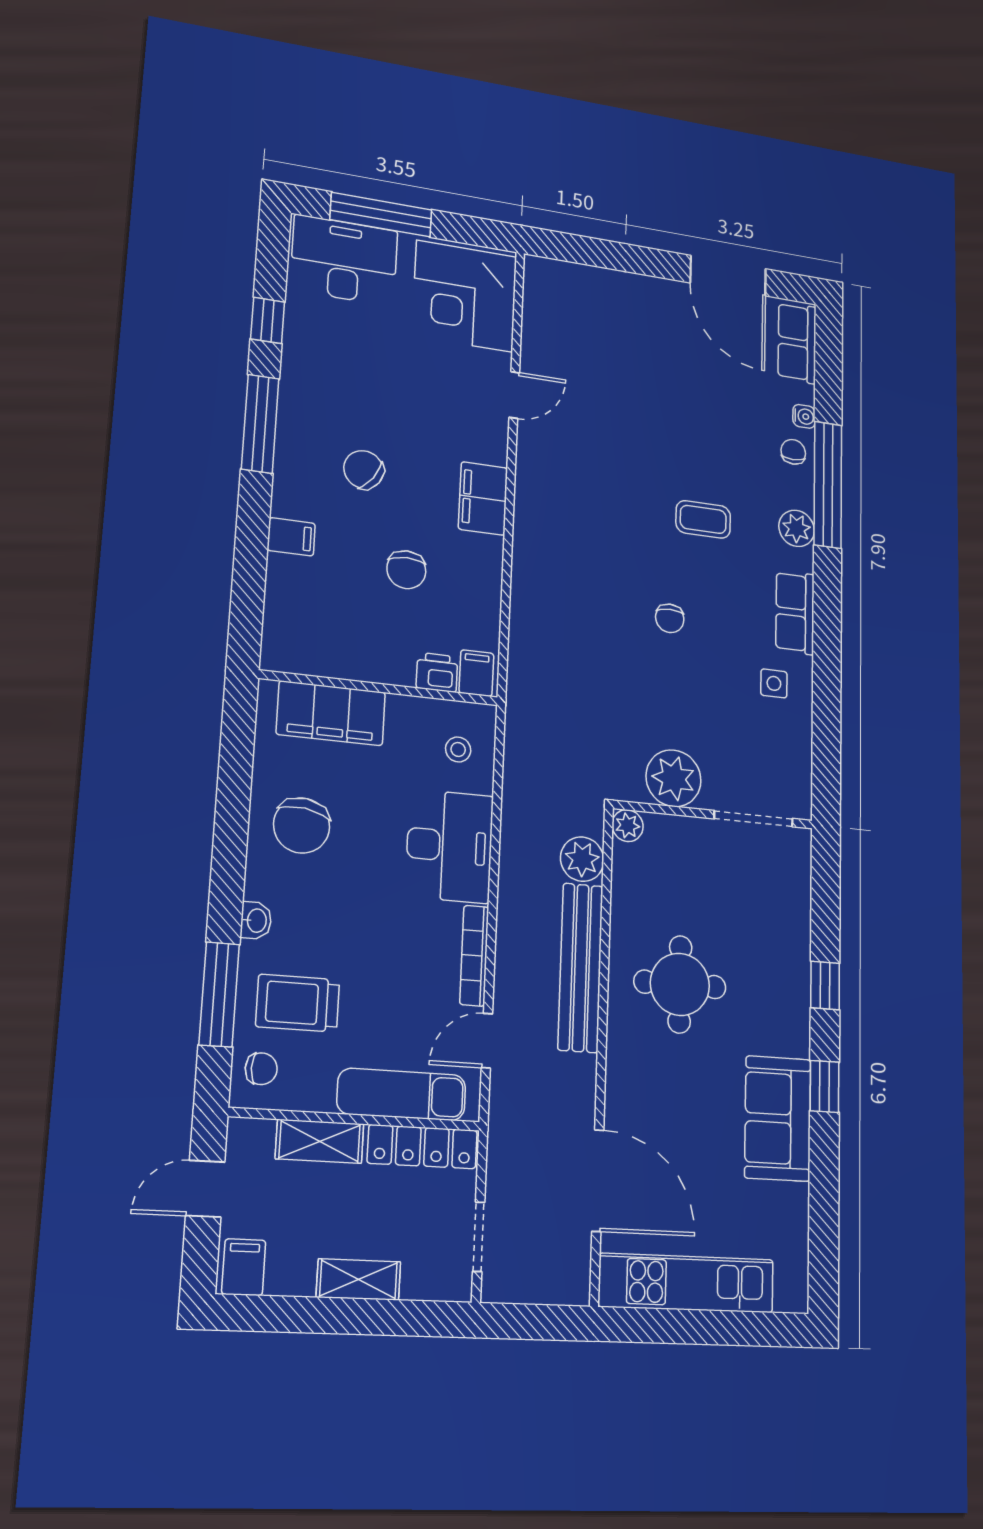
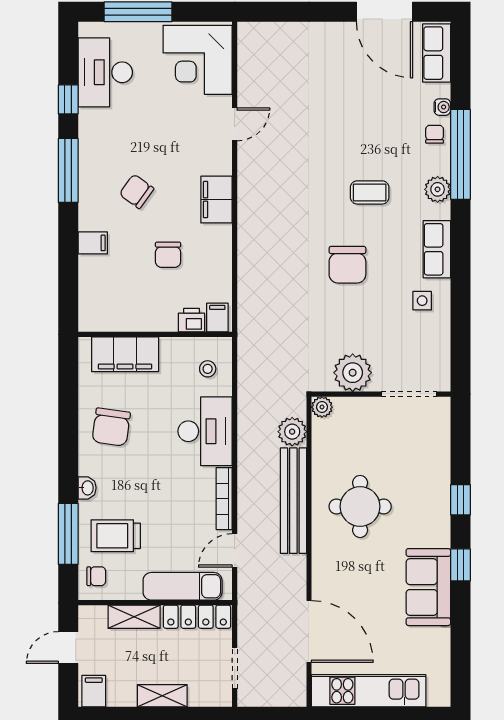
desk: (344, 260) -> (105, 72), moved, turned -90
chair: (670, 618) -> (347, 265), width x1.87, depth x1.87

